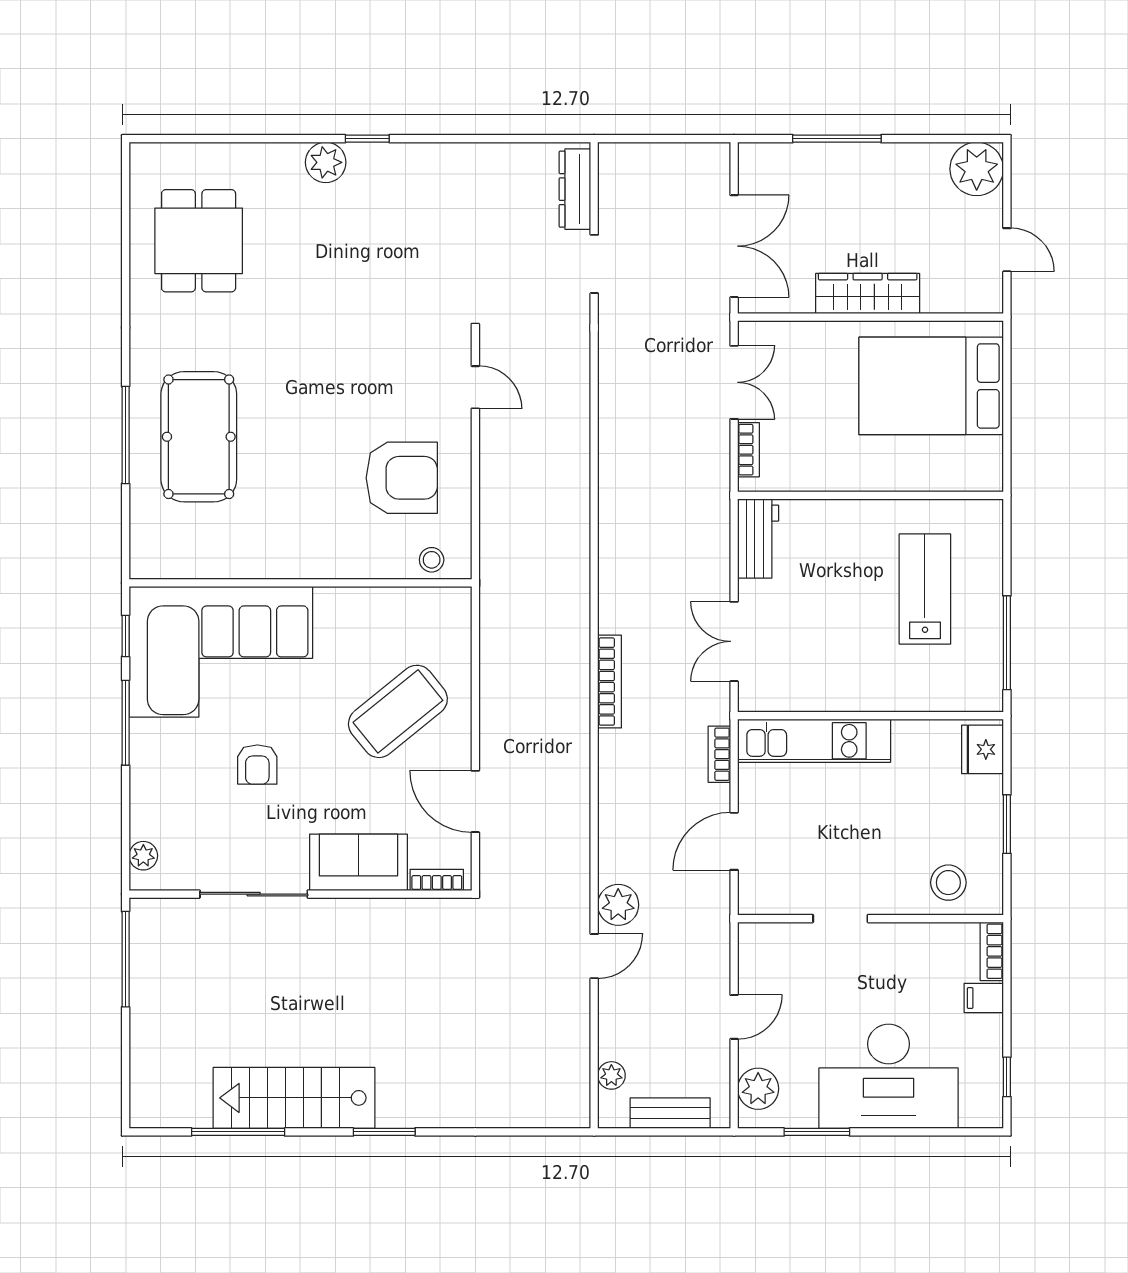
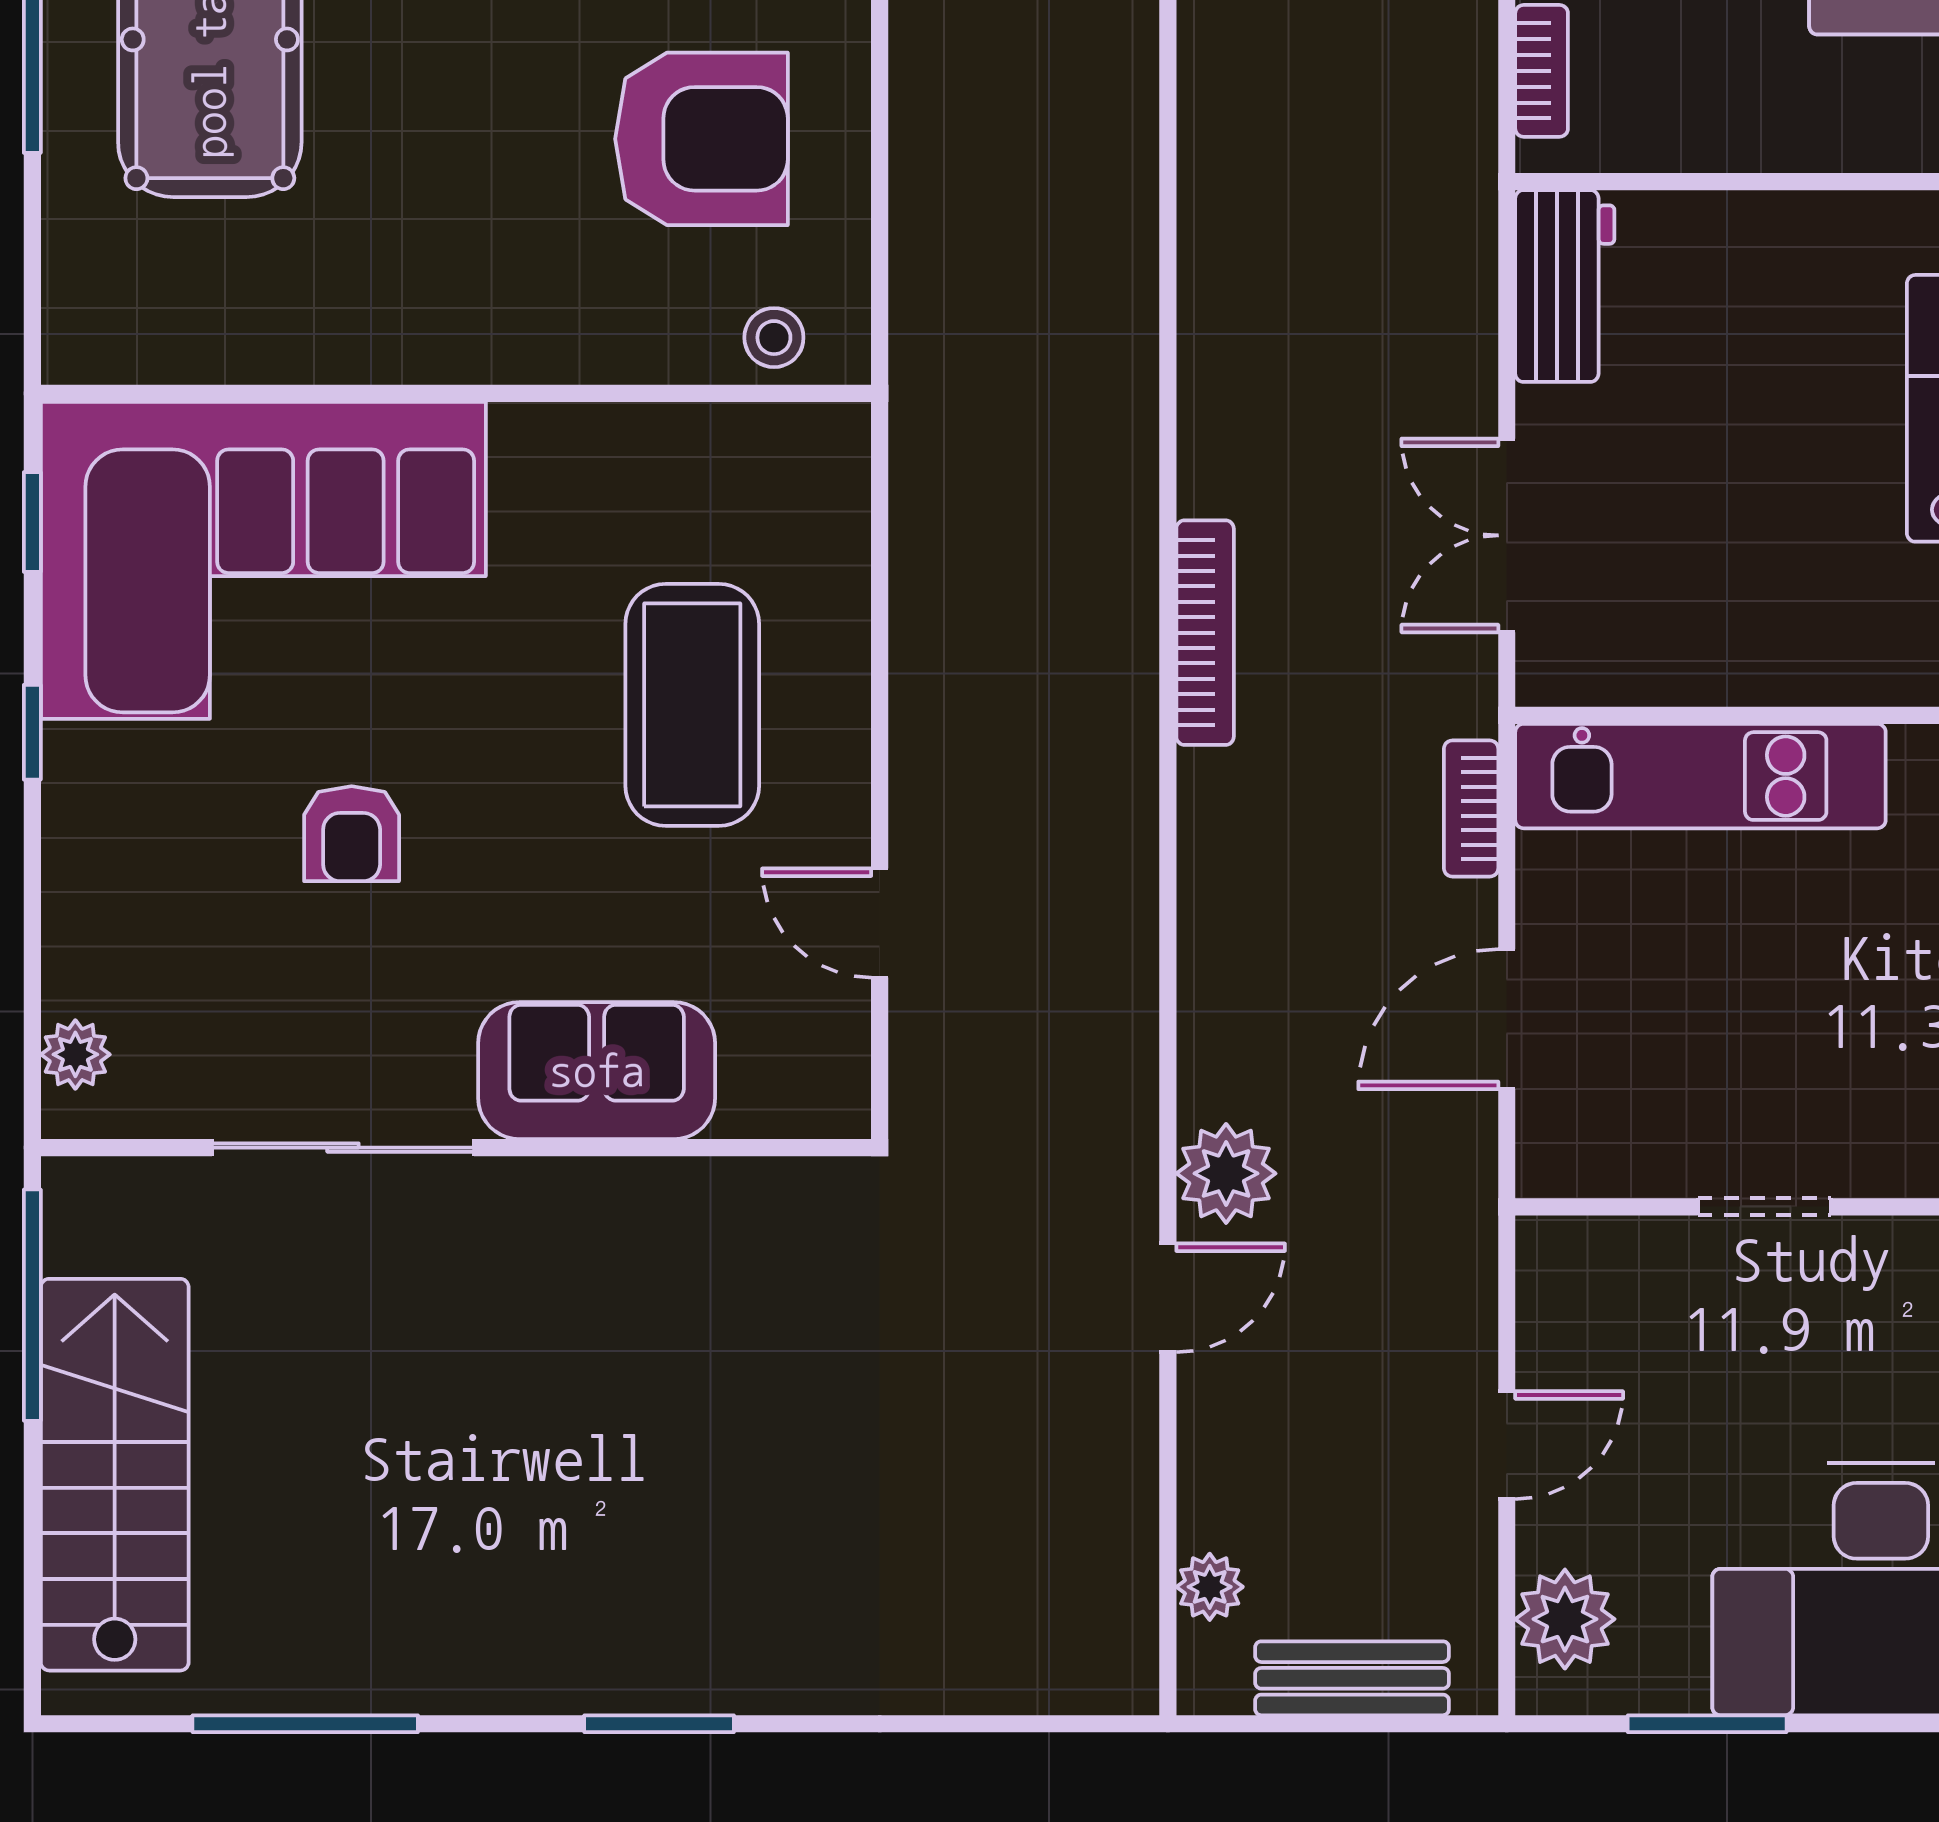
coffee table: (398, 711) -> (692, 705), turned -51
window: (126, 723) -> (32, 732), width x0.46
door: (475, 801) -> (880, 923), width x0.73
bookcase: (437, 880) -> (786, 1113), removed
stairs: (294, 1098) -> (115, 1475), moved, turned 90

